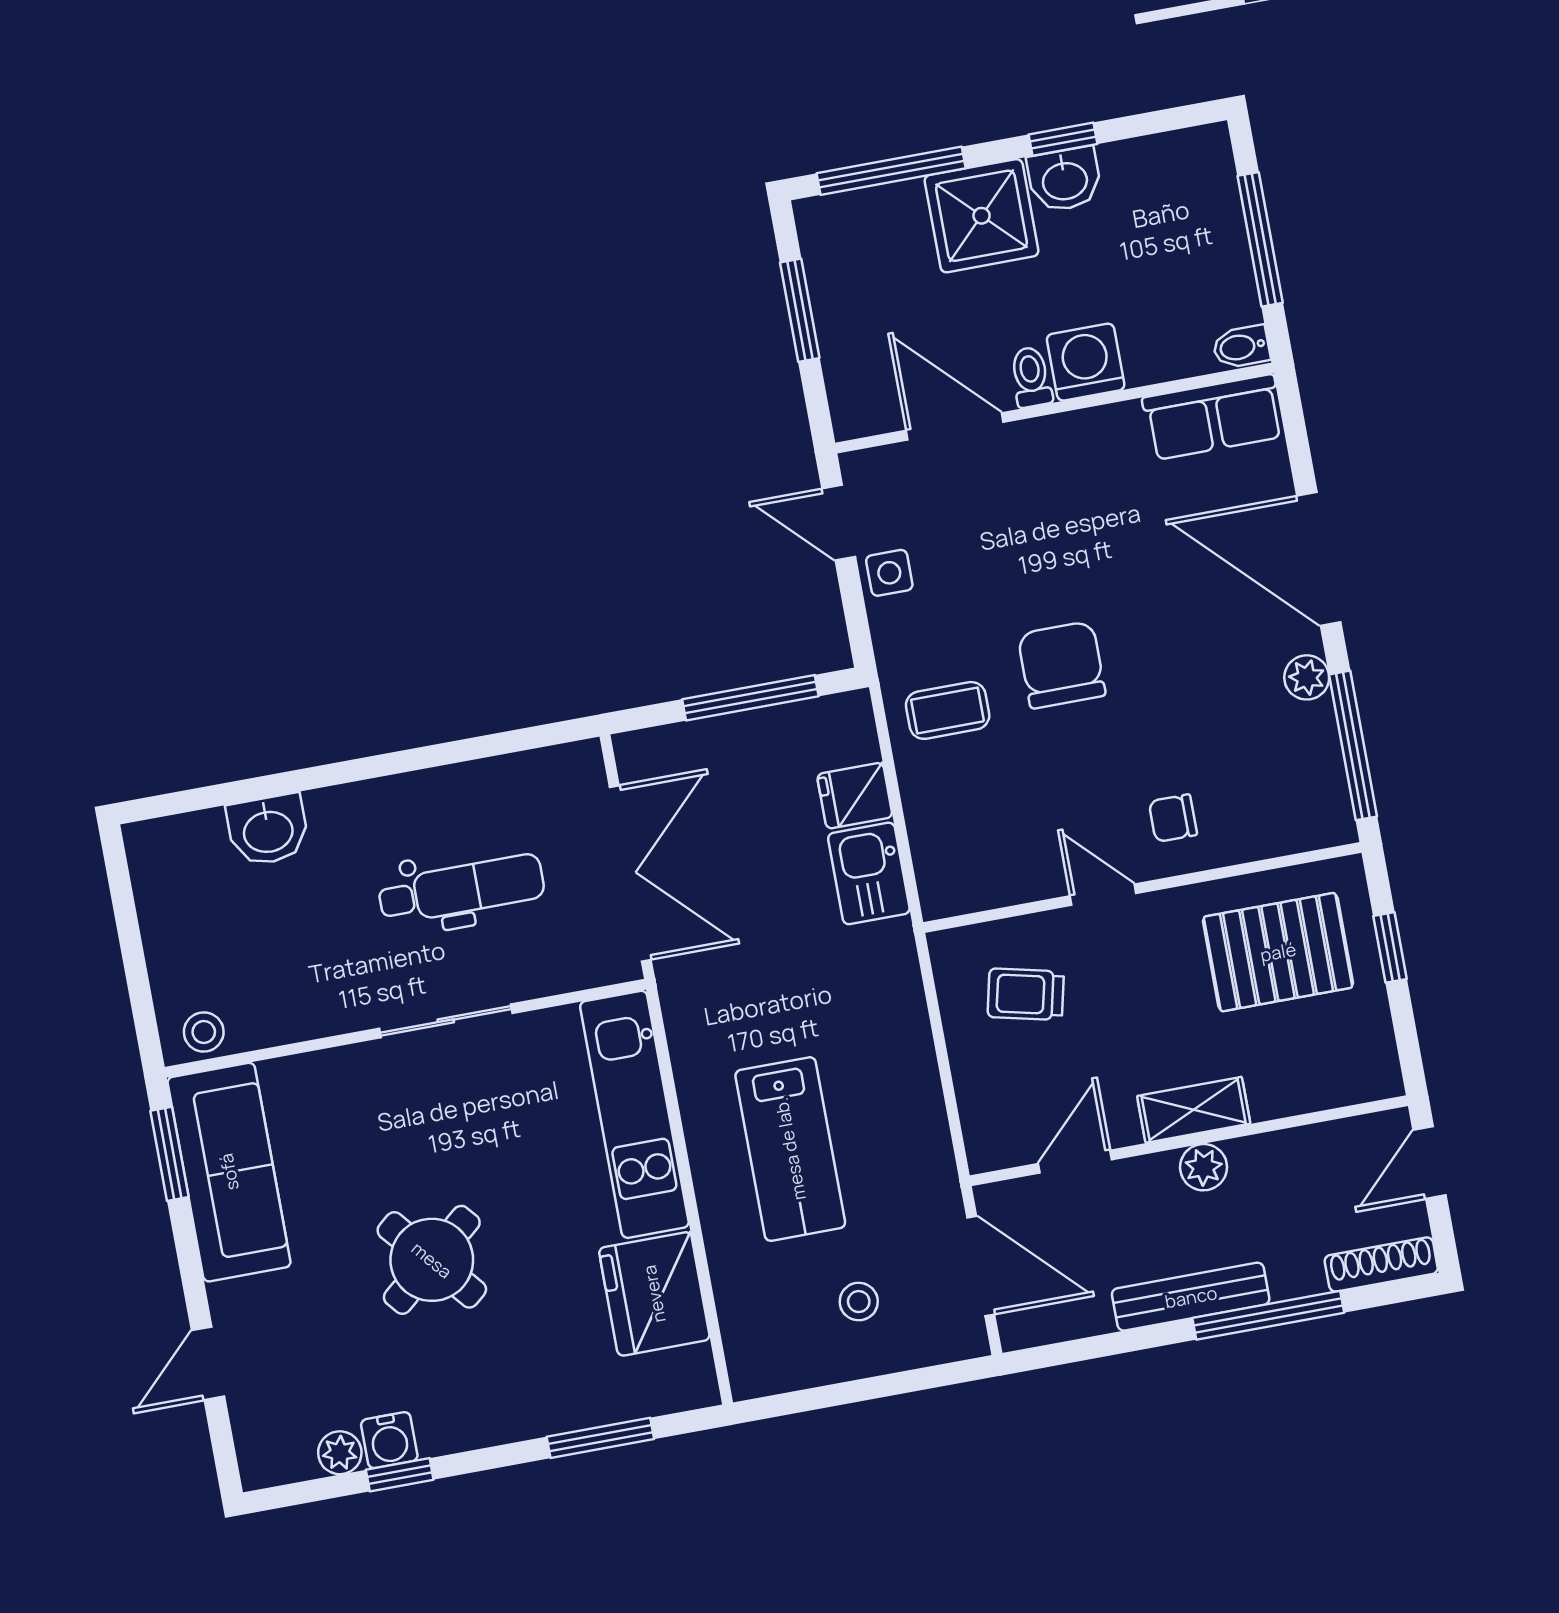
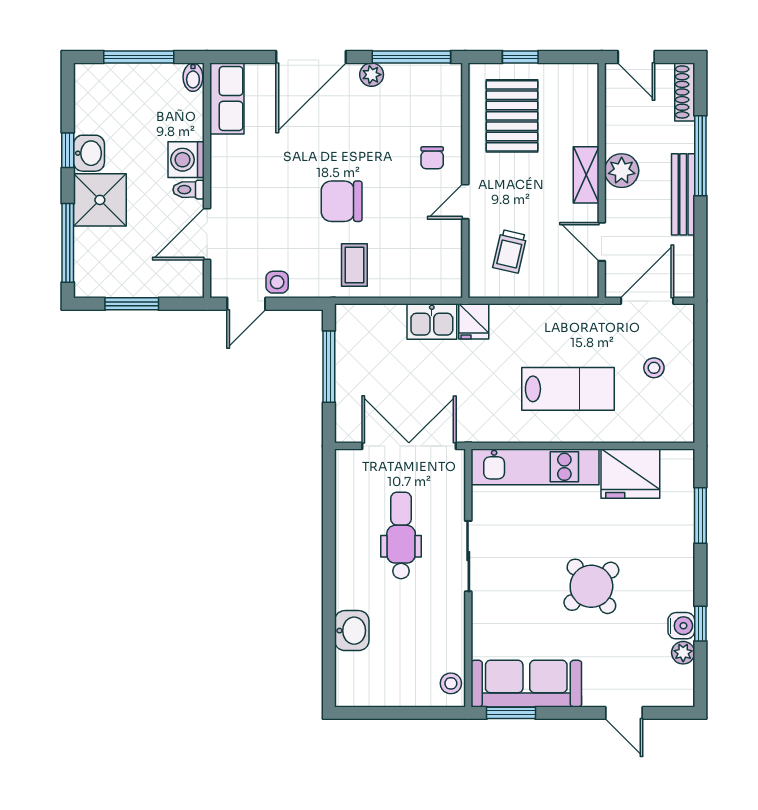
fridge: (855, 796) -> (474, 321), moved
plant: (1204, 1167) -> (622, 171), width x1.38, depth x1.38

